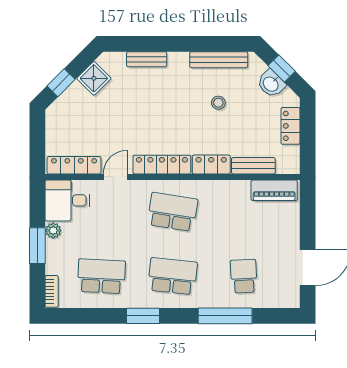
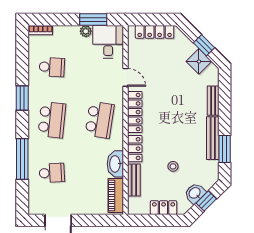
window: (212, 44) -> (225, 149), added
bench: (219, 60) -> (213, 138), moved
window: (61, 83) -> (204, 45), moved
stool: (218, 103) -> (173, 166), moved
locker: (74, 165) -> (155, 32), moved, turned 90
washbasin: (232, 191) -> (115, 164), added
window: (37, 246) -> (93, 19), moved
school desk: (101, 276) -> (52, 67), width x0.54

